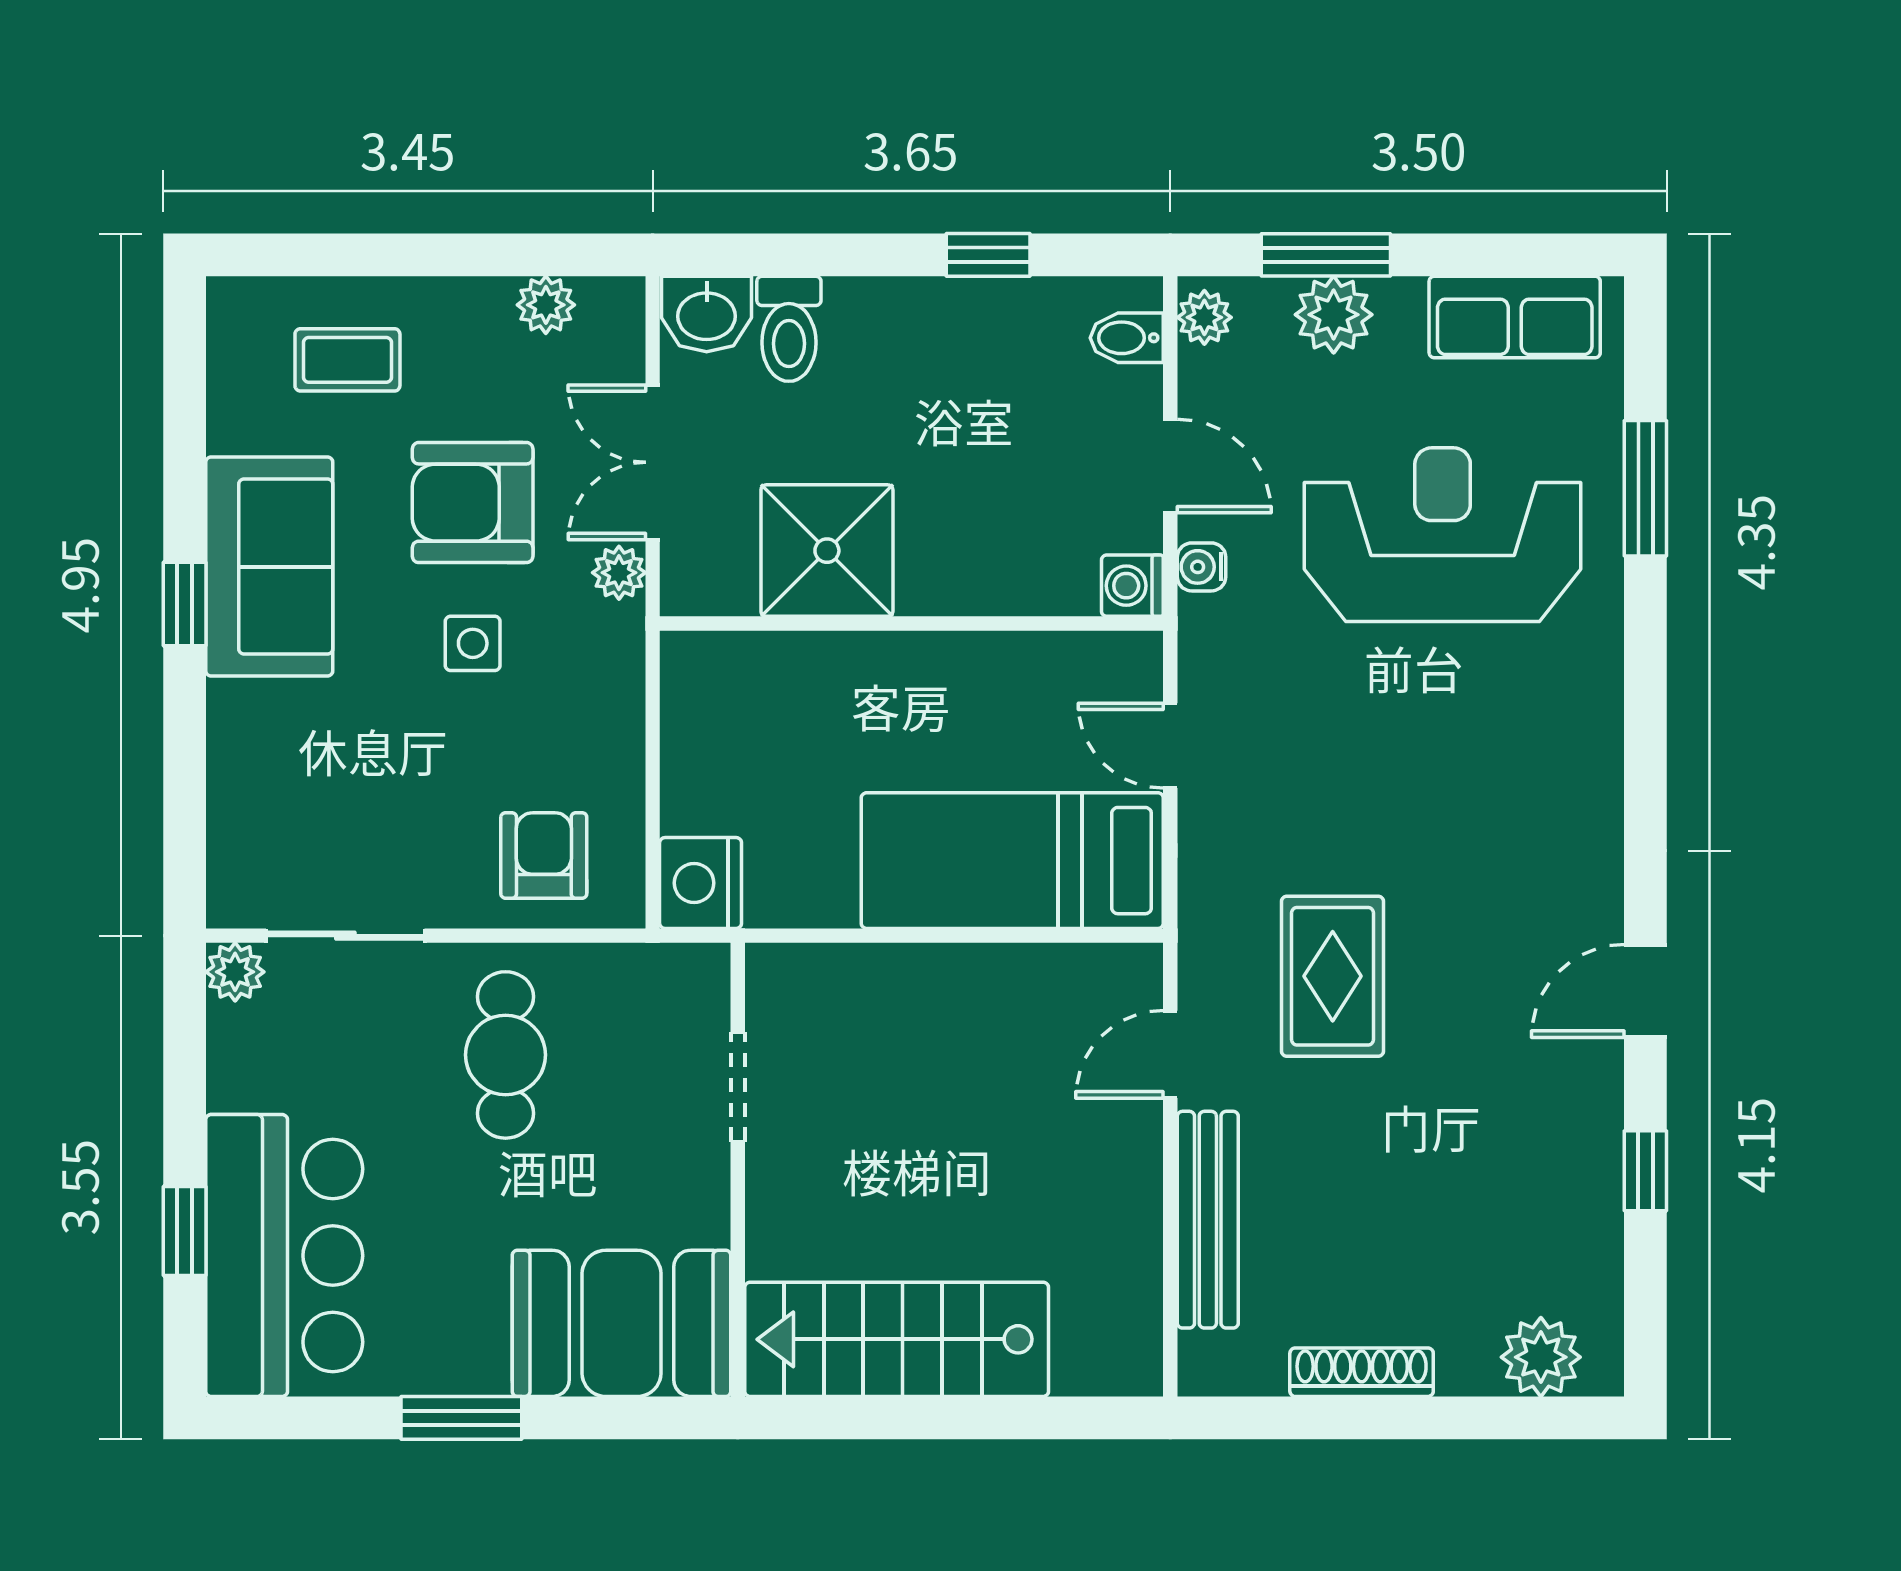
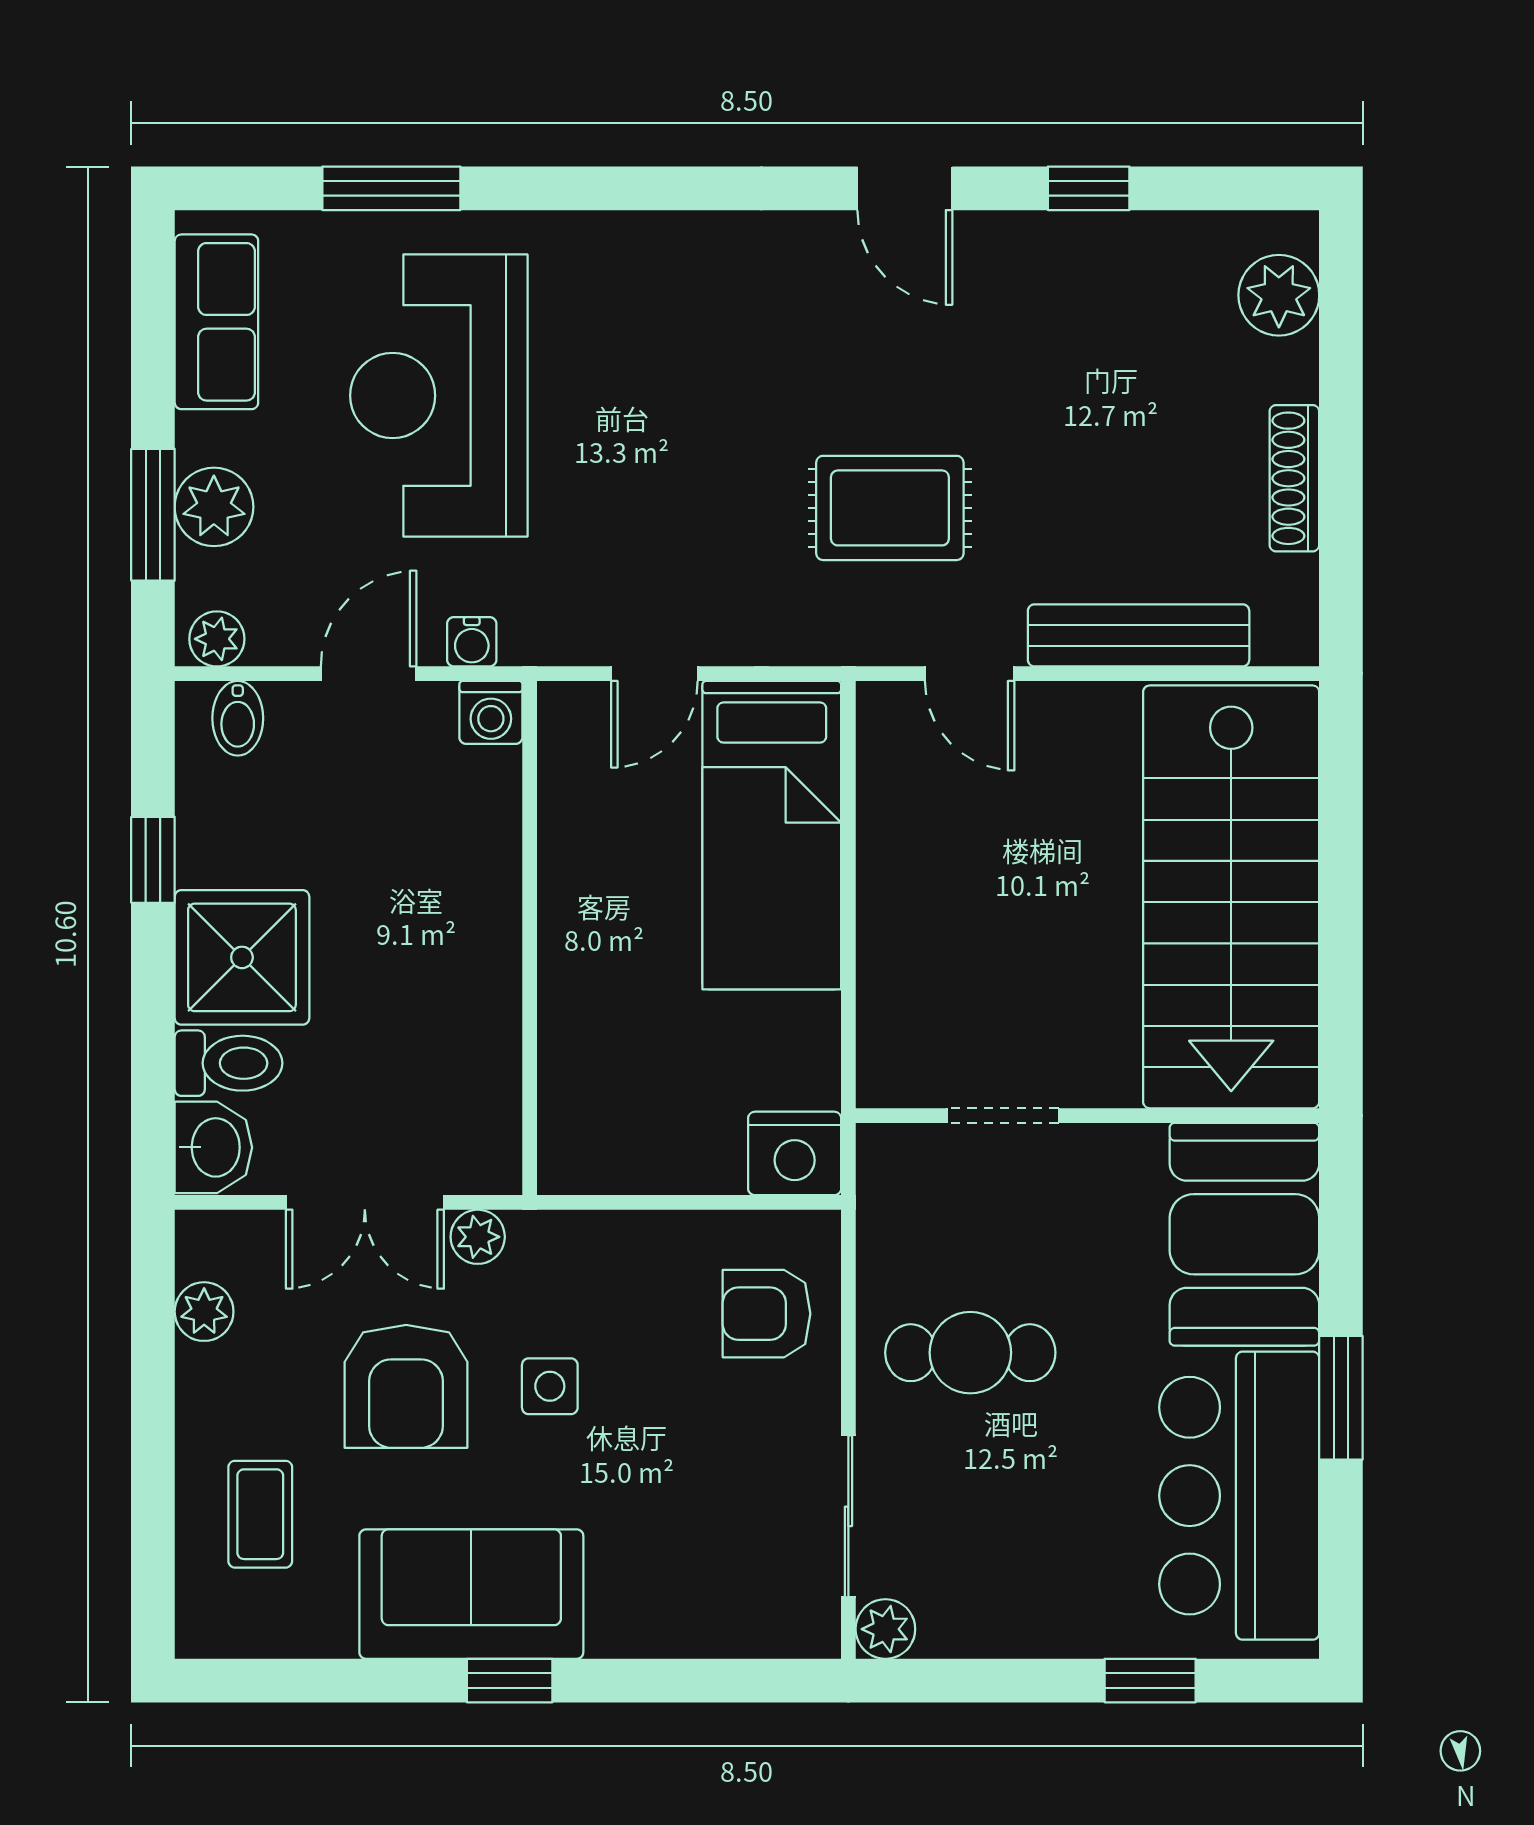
shower: (827, 551) -> (242, 957), moved
bar counter: (284, 1256) -> (1239, 1496), moved, turned -90
stairs: (897, 1339) -> (1231, 897), width x1.36, depth x1.51

